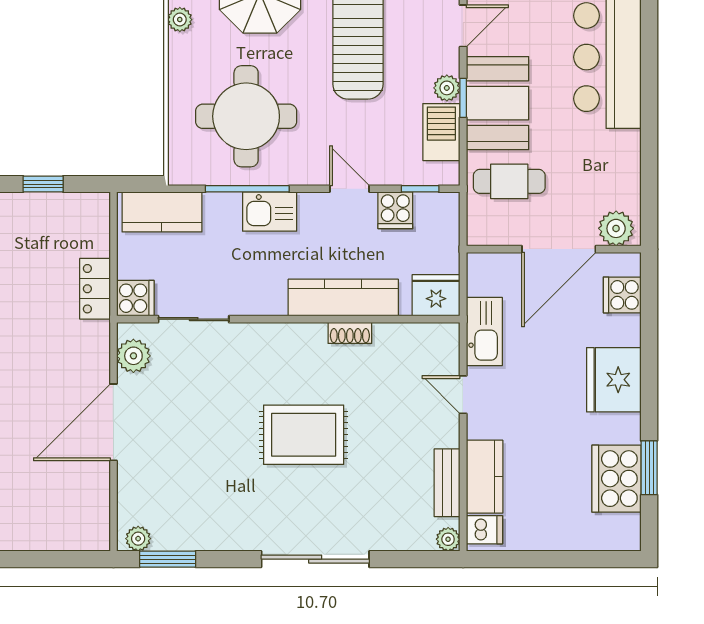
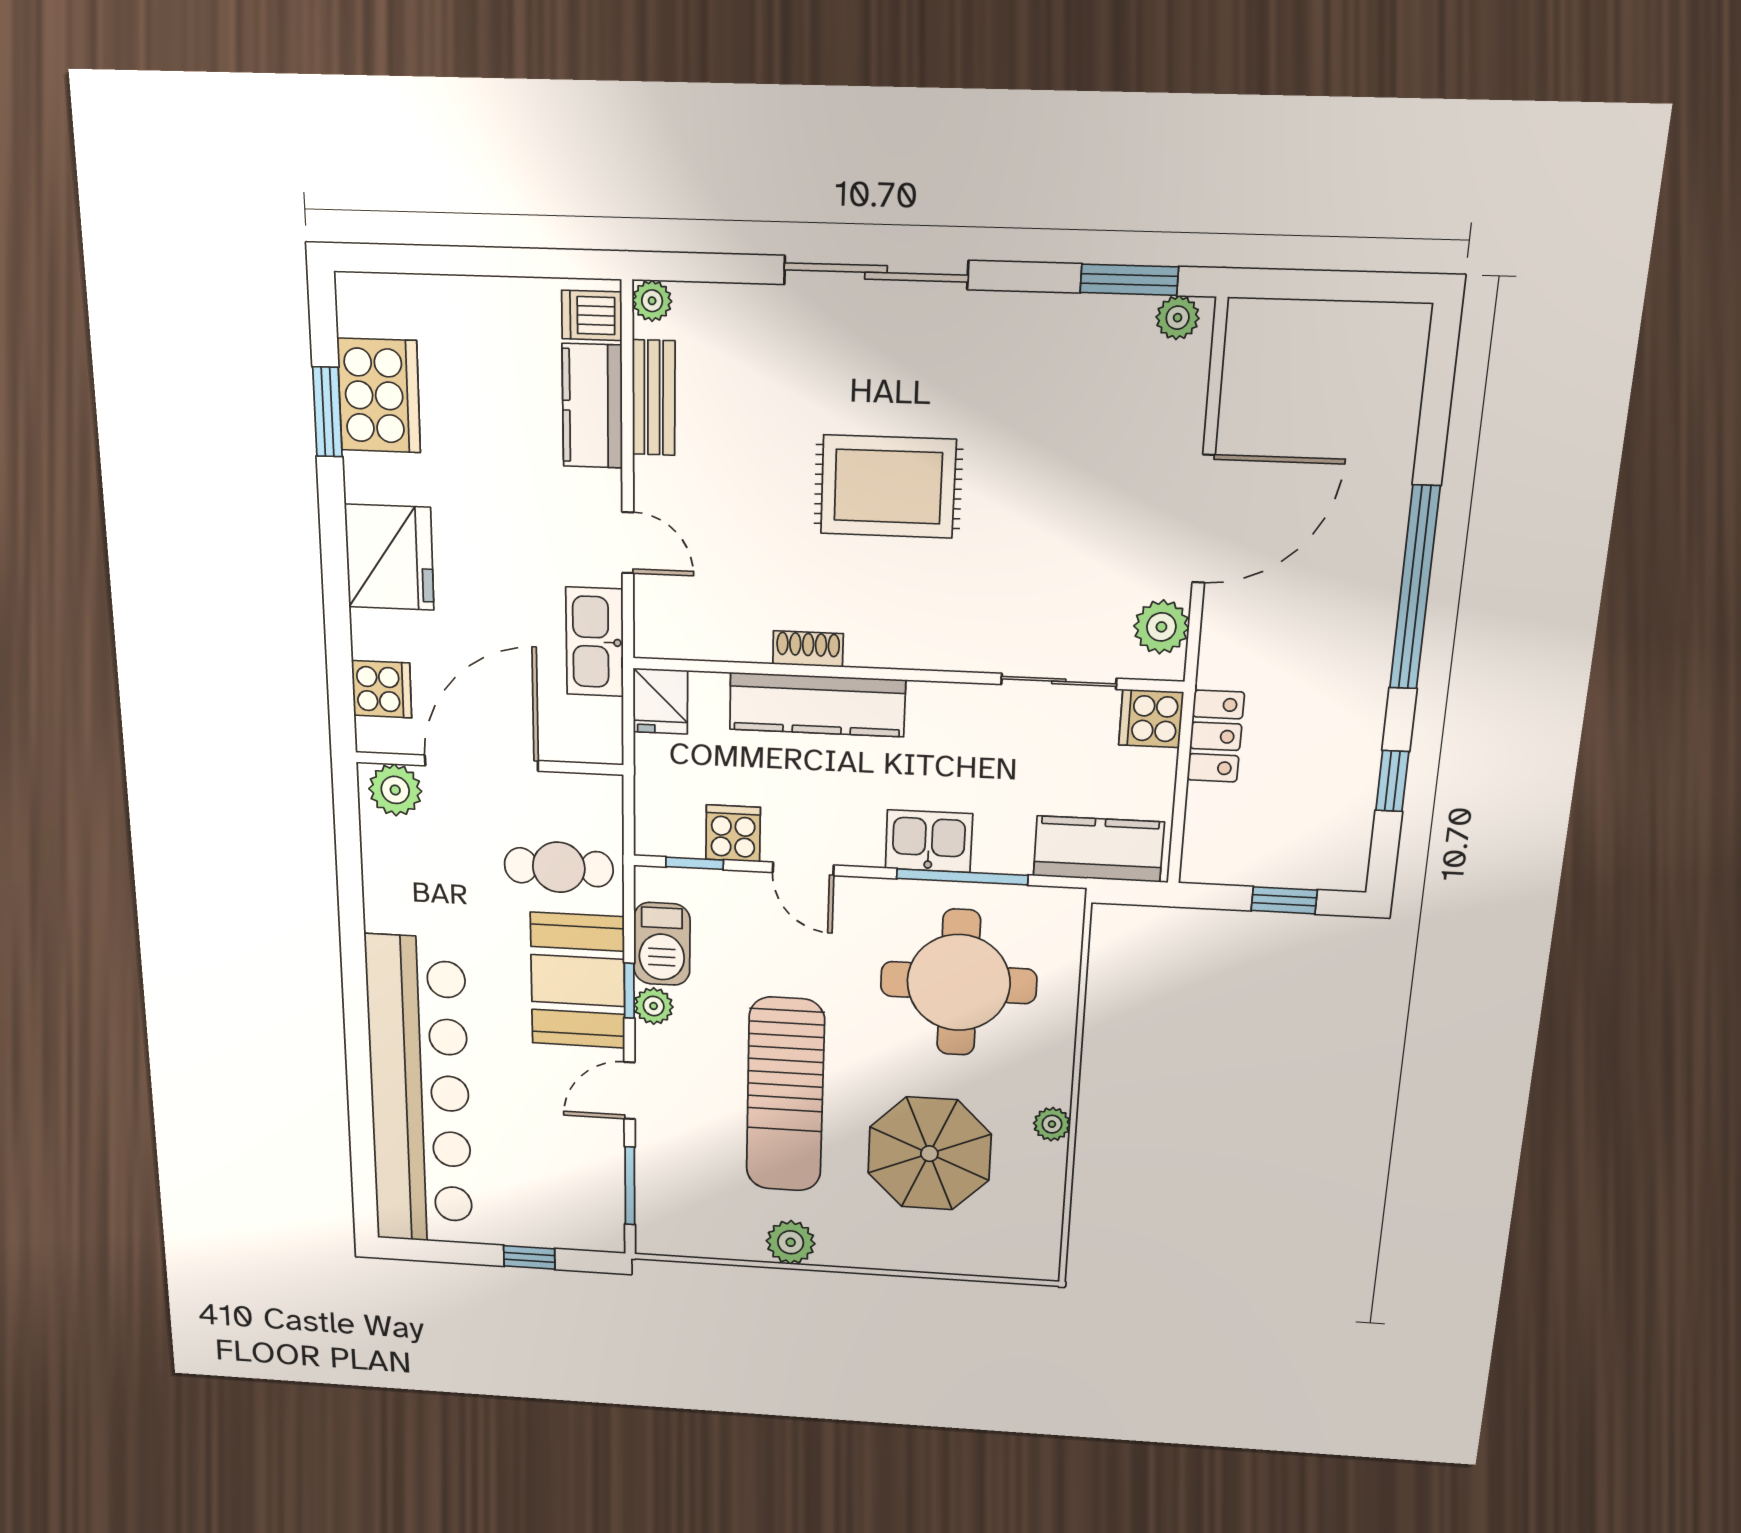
fridge: (436, 295) -> (660, 701), width x0.72

